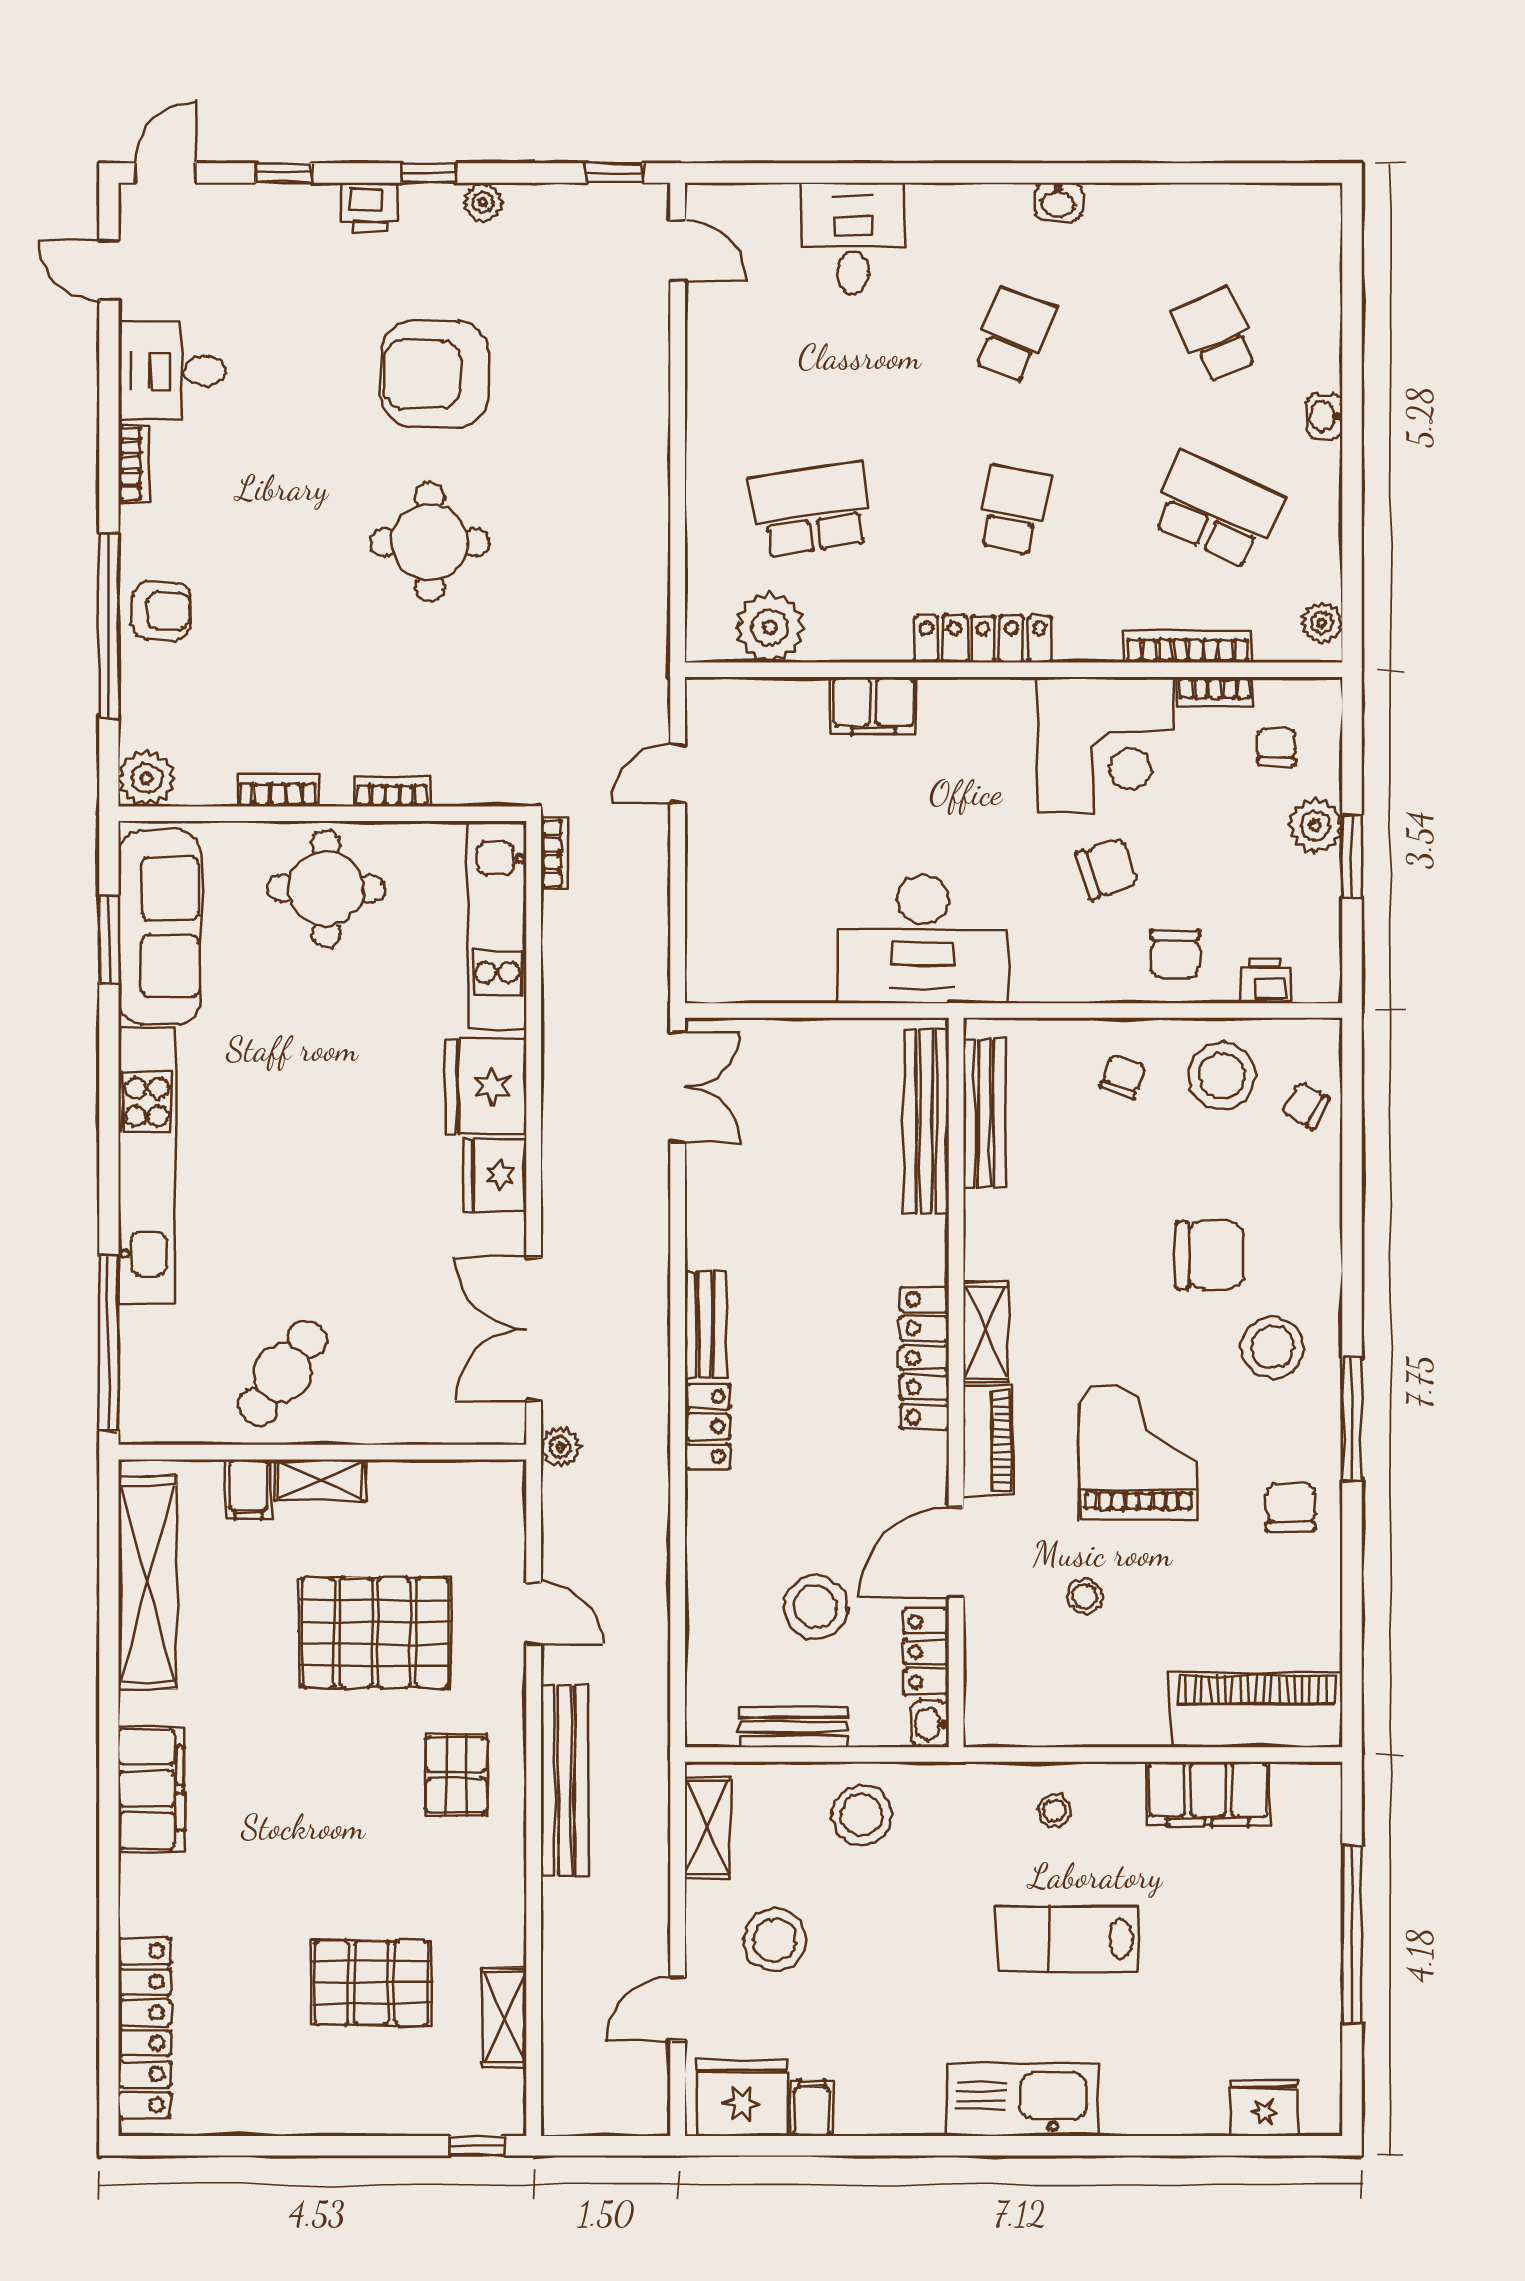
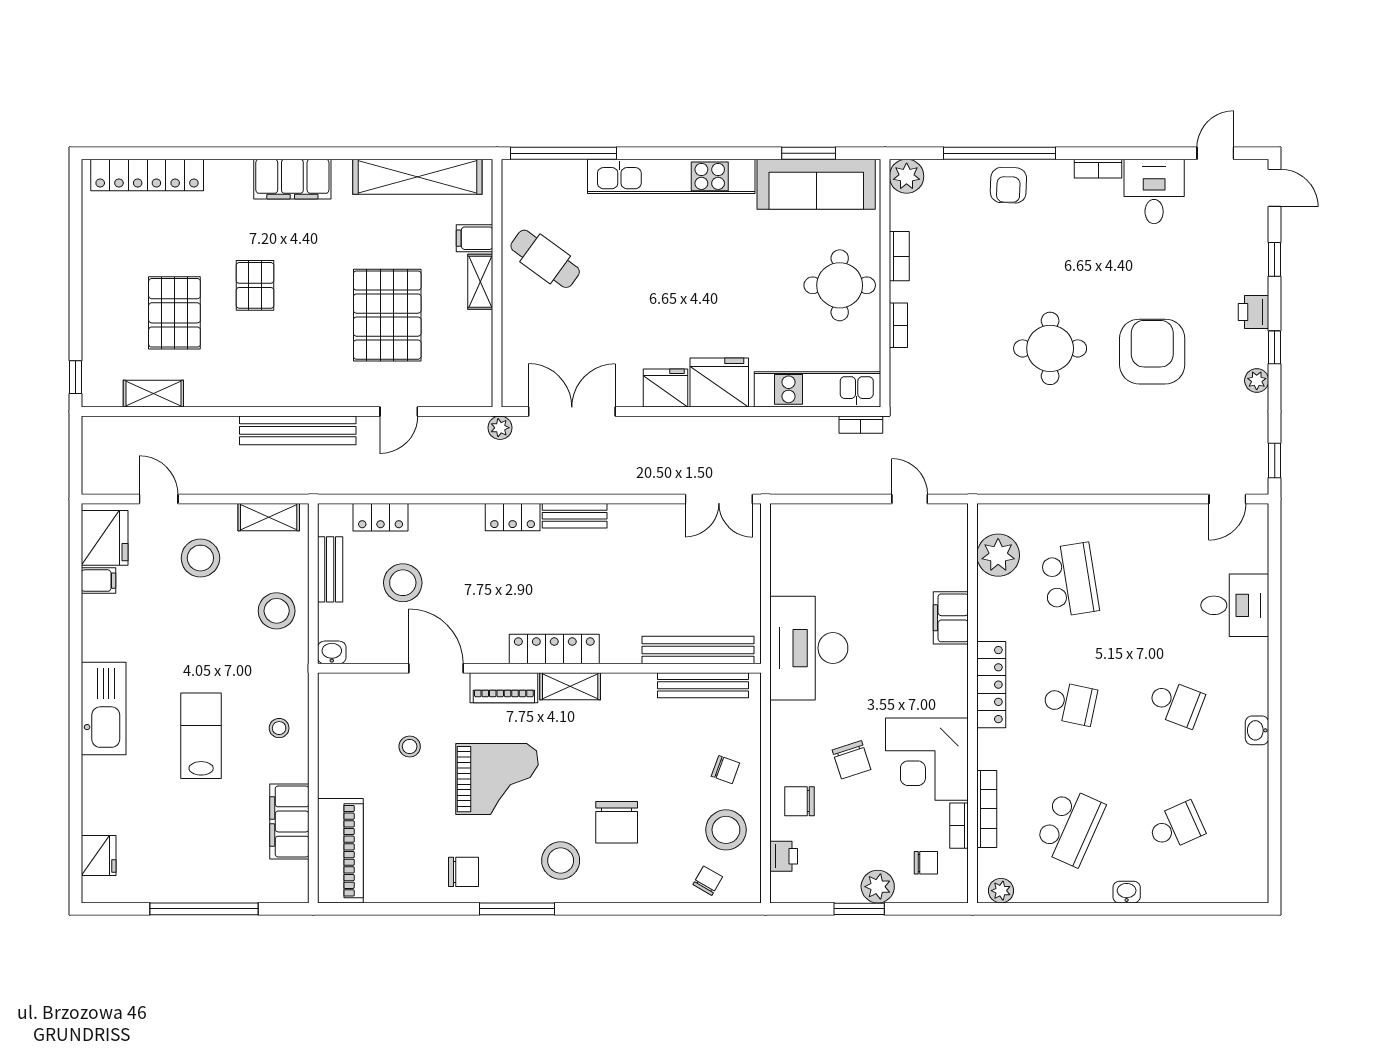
locker: (926, 1652) -> (381, 517), moved, turned 180
pallet: (456, 1775) -> (255, 285), moved, turned 90

